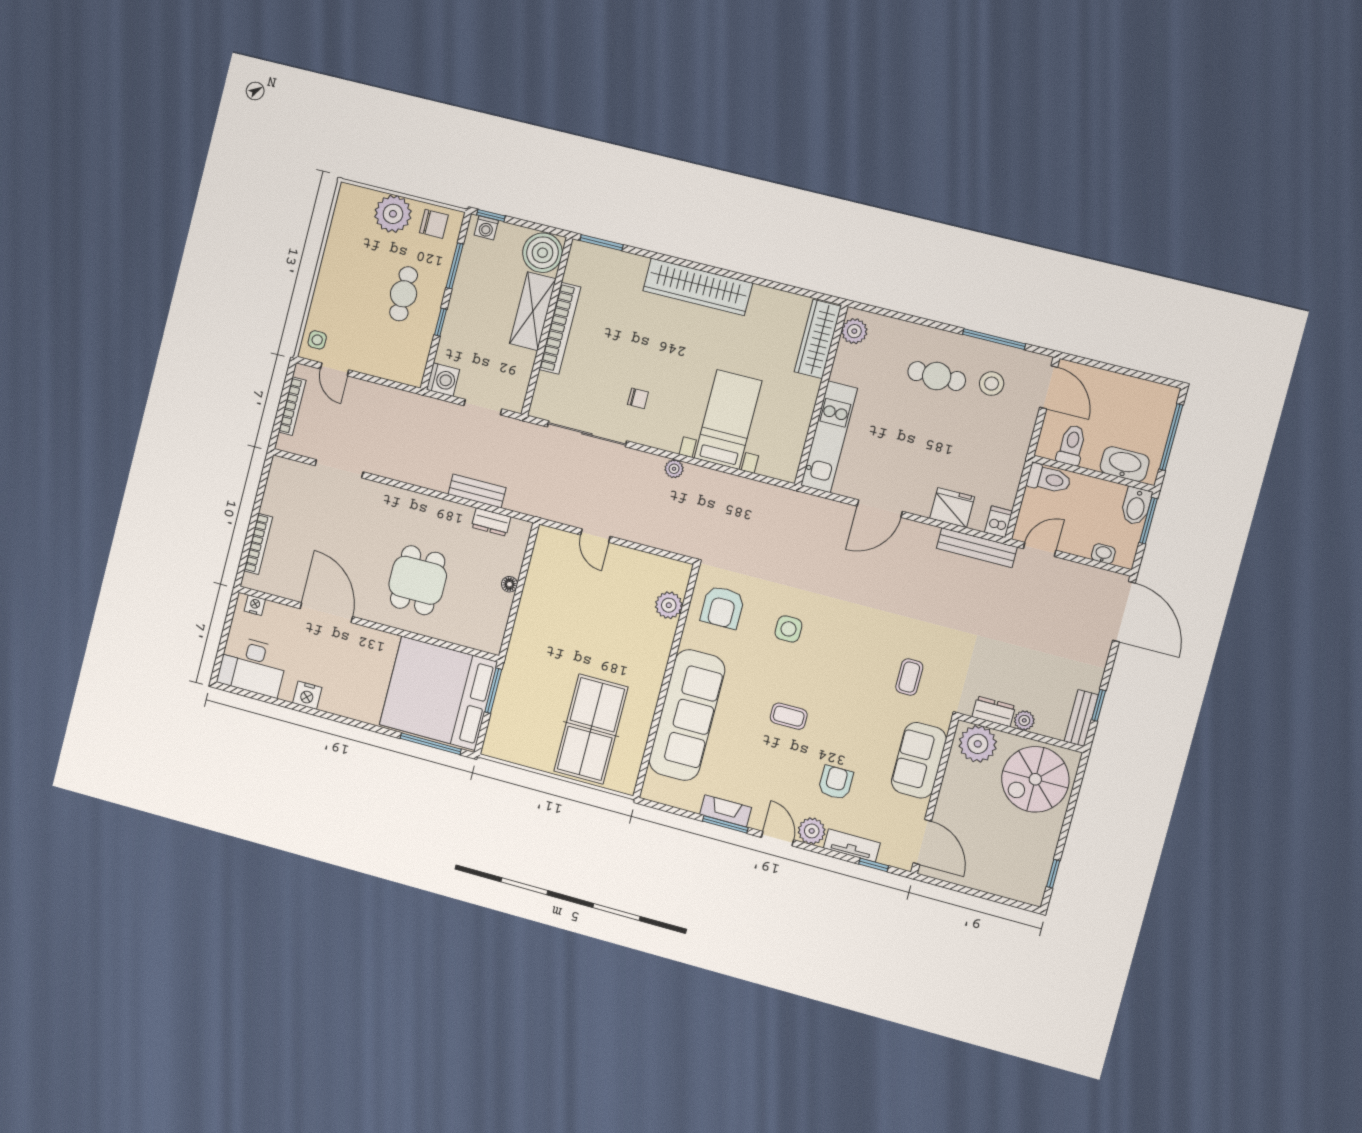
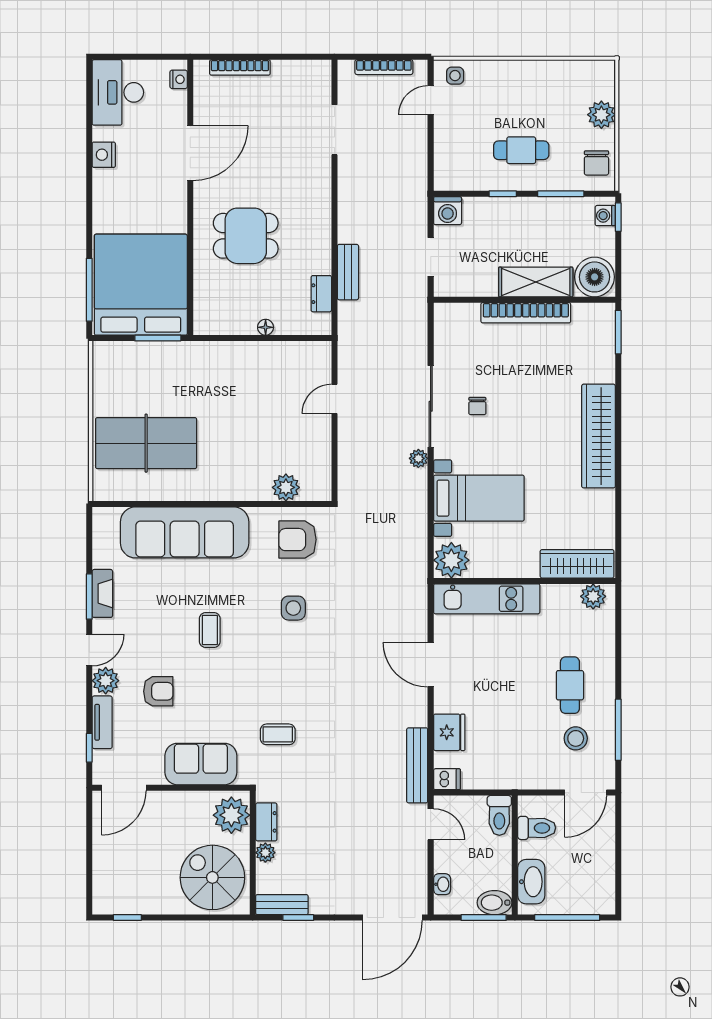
plant: (393, 214) -> (601, 115), width x0.73, depth x0.73
sliding door: (587, 434) -> (431, 406), moved
plant: (782, 462) -> (451, 560), added

